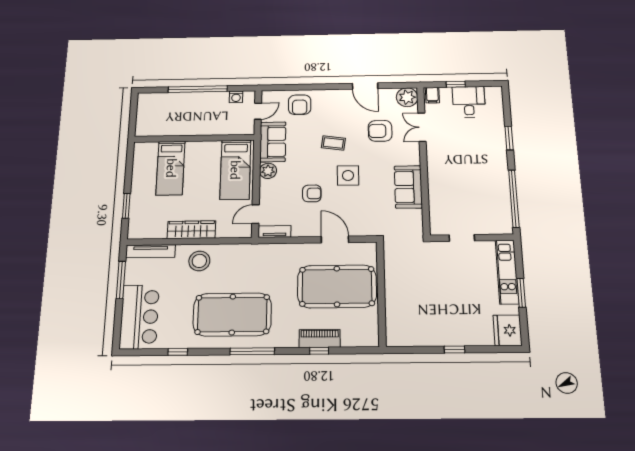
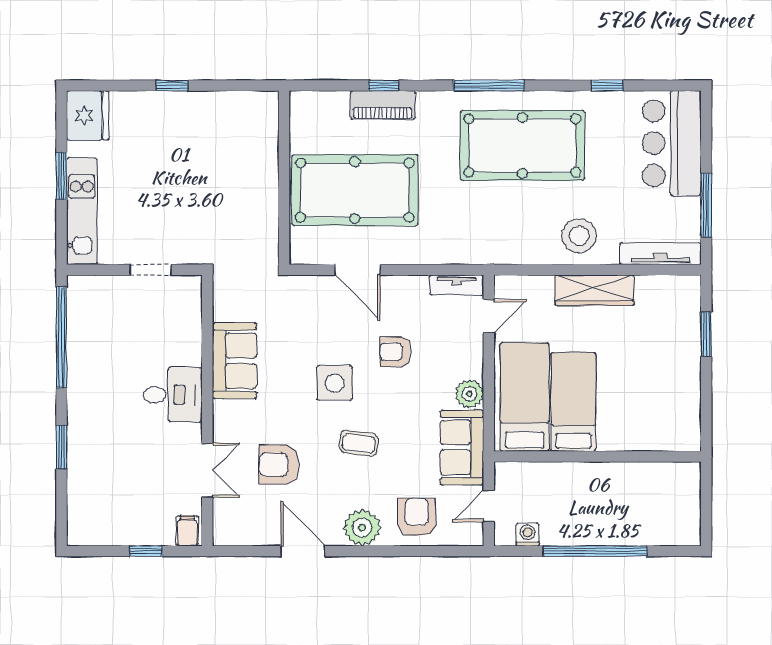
plant: (407, 97) -> (362, 528), moved
desk: (469, 102) -> (173, 395), moved, turned -90
armchair: (380, 131) -> (279, 465), turned 180
bed: (171, 168) -> (573, 402), moved

